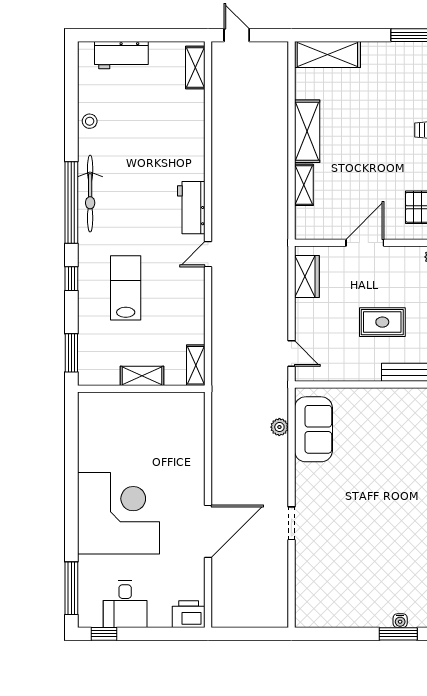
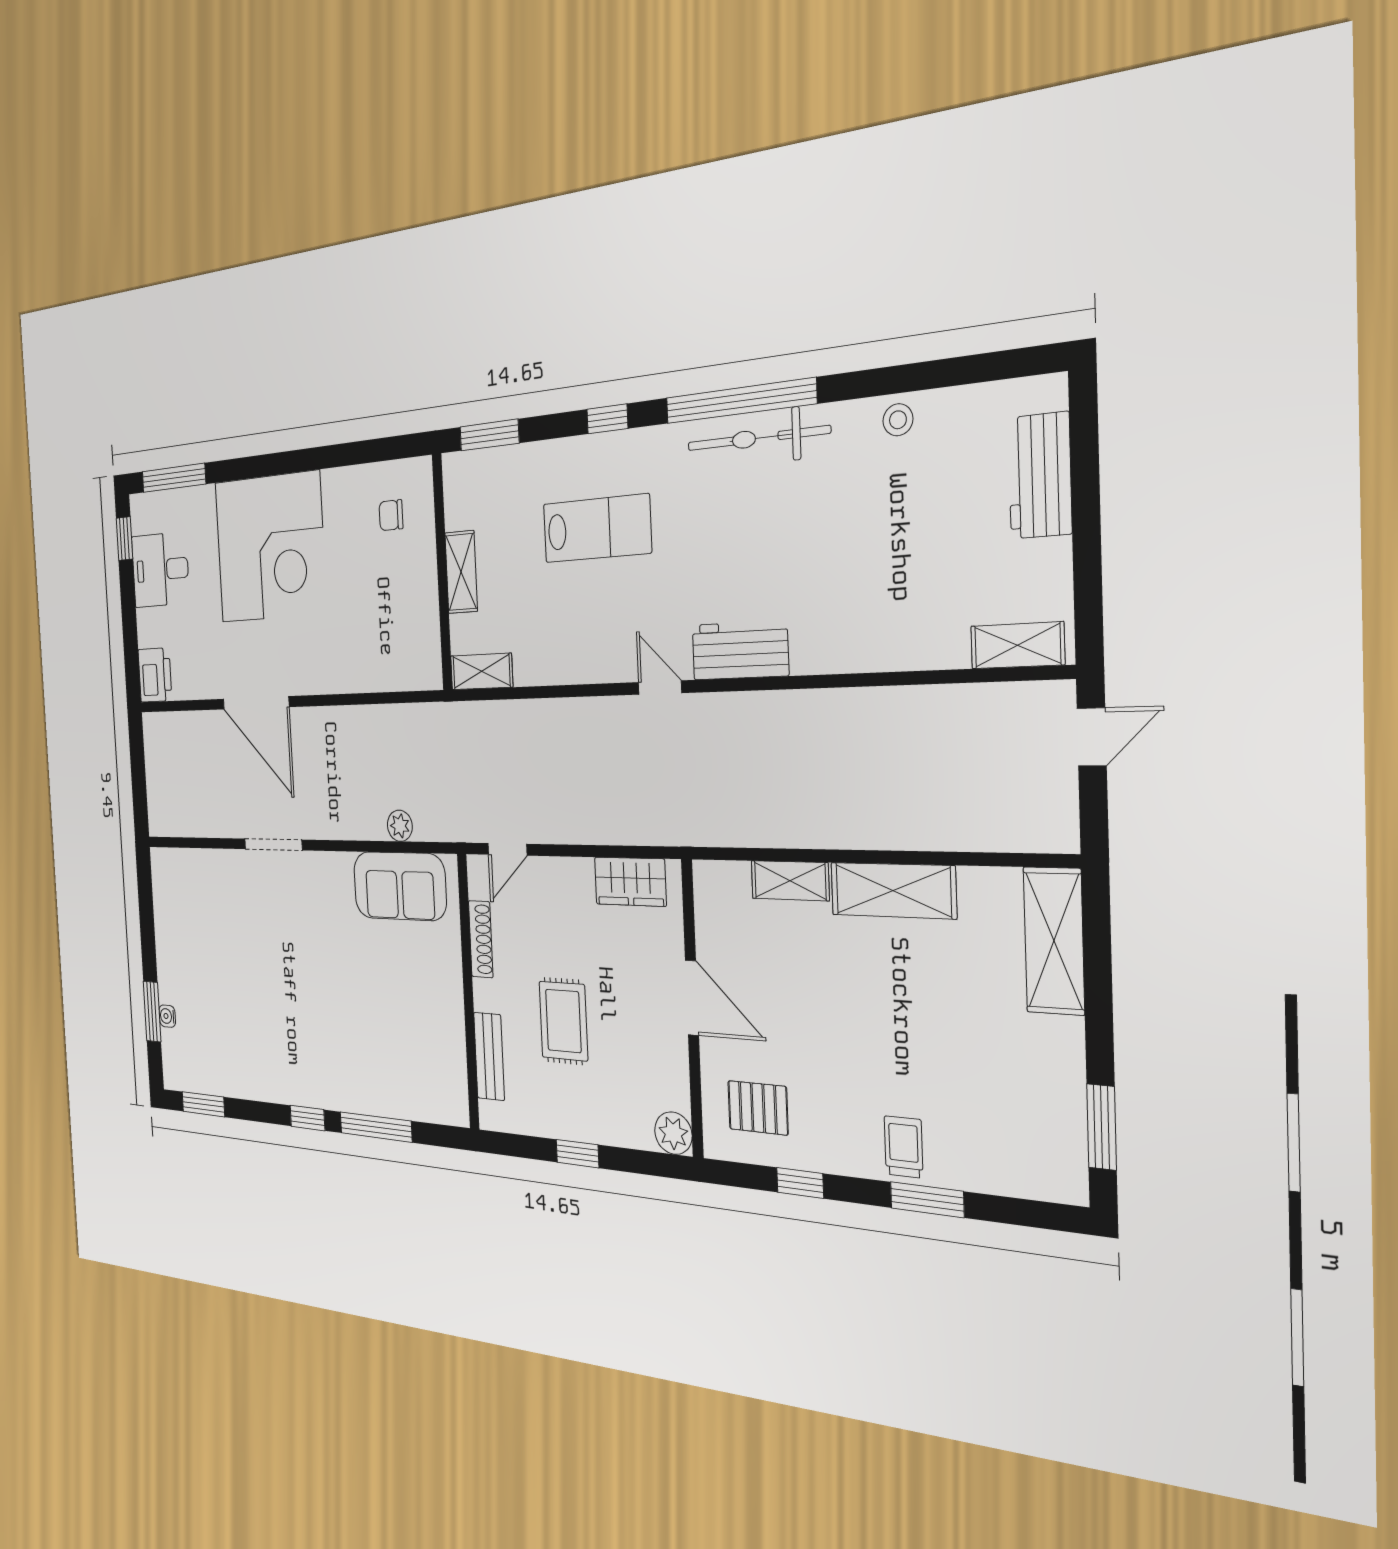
shoe rack: (341, 374) -> (481, 939), added
chair: (108, 422) -> (391, 515), added
doorway: (291, 523) -> (273, 844), width x1.38

